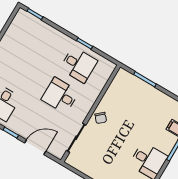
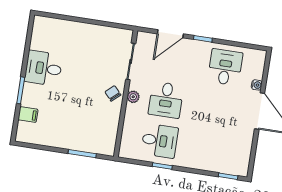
desk: (79, 65) -> (160, 141), turned 180
desk: (60, 96) -> (166, 100), turned 90
plant: (86, 109) -> (133, 97), added

